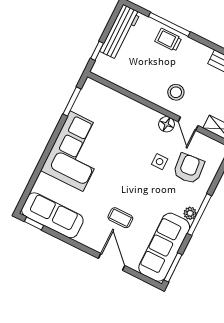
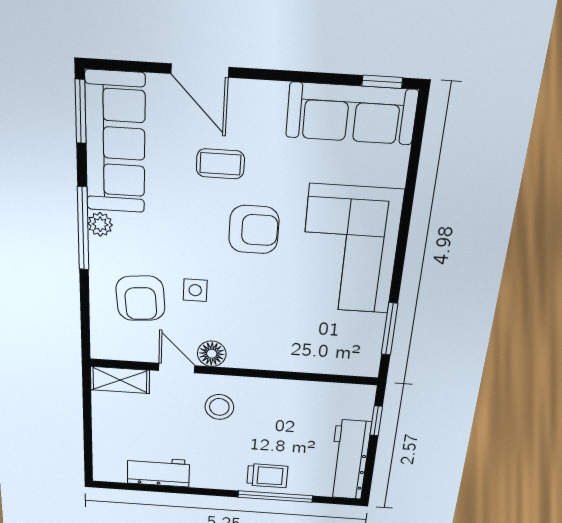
armchair: (118, 180) -> (254, 230), added

